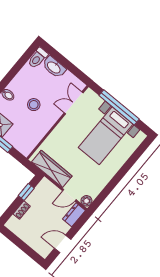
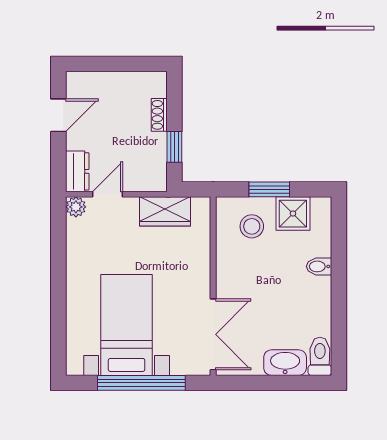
double door: (74, 103) -> (213, 334), width x1.37
stool: (34, 105) -> (252, 226), moved
wardrobe: (52, 169) -> (165, 211), width x0.67

